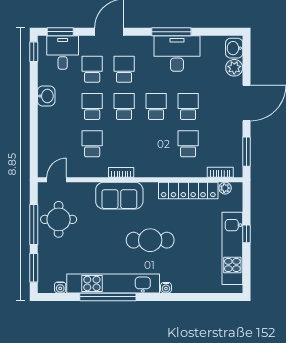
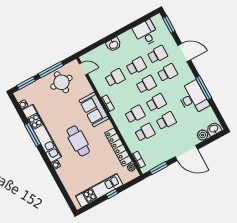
window: (34, 52) -> (149, 16), removed
desk: (63, 52) -> (146, 33), moved, turned -90
washbasin: (46, 96) -> (114, 45), moved
school desk: (156, 144) -> (135, 114), added
window: (108, 297) -> (33, 134), width x0.68

